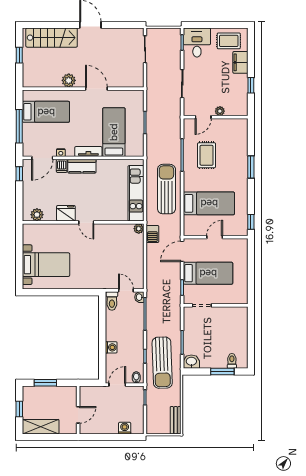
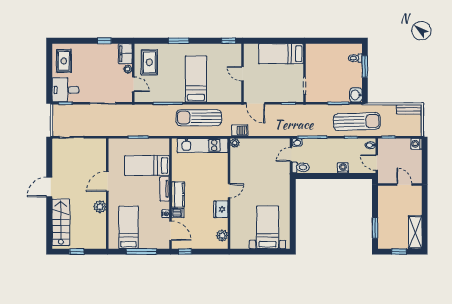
filing cabinet: (240, 62) -> (125, 54), moved, turned 90
rug: (207, 155) -> (149, 62), moved, turned 90
bed: (209, 203) -> (196, 79), moved
bed: (208, 273) -> (281, 54), moved, turned -90
wall: (78, 410) -> (400, 185), moved
door: (78, 415) -> (404, 185), moved
washing machine: (125, 428) -> (416, 144), moved

